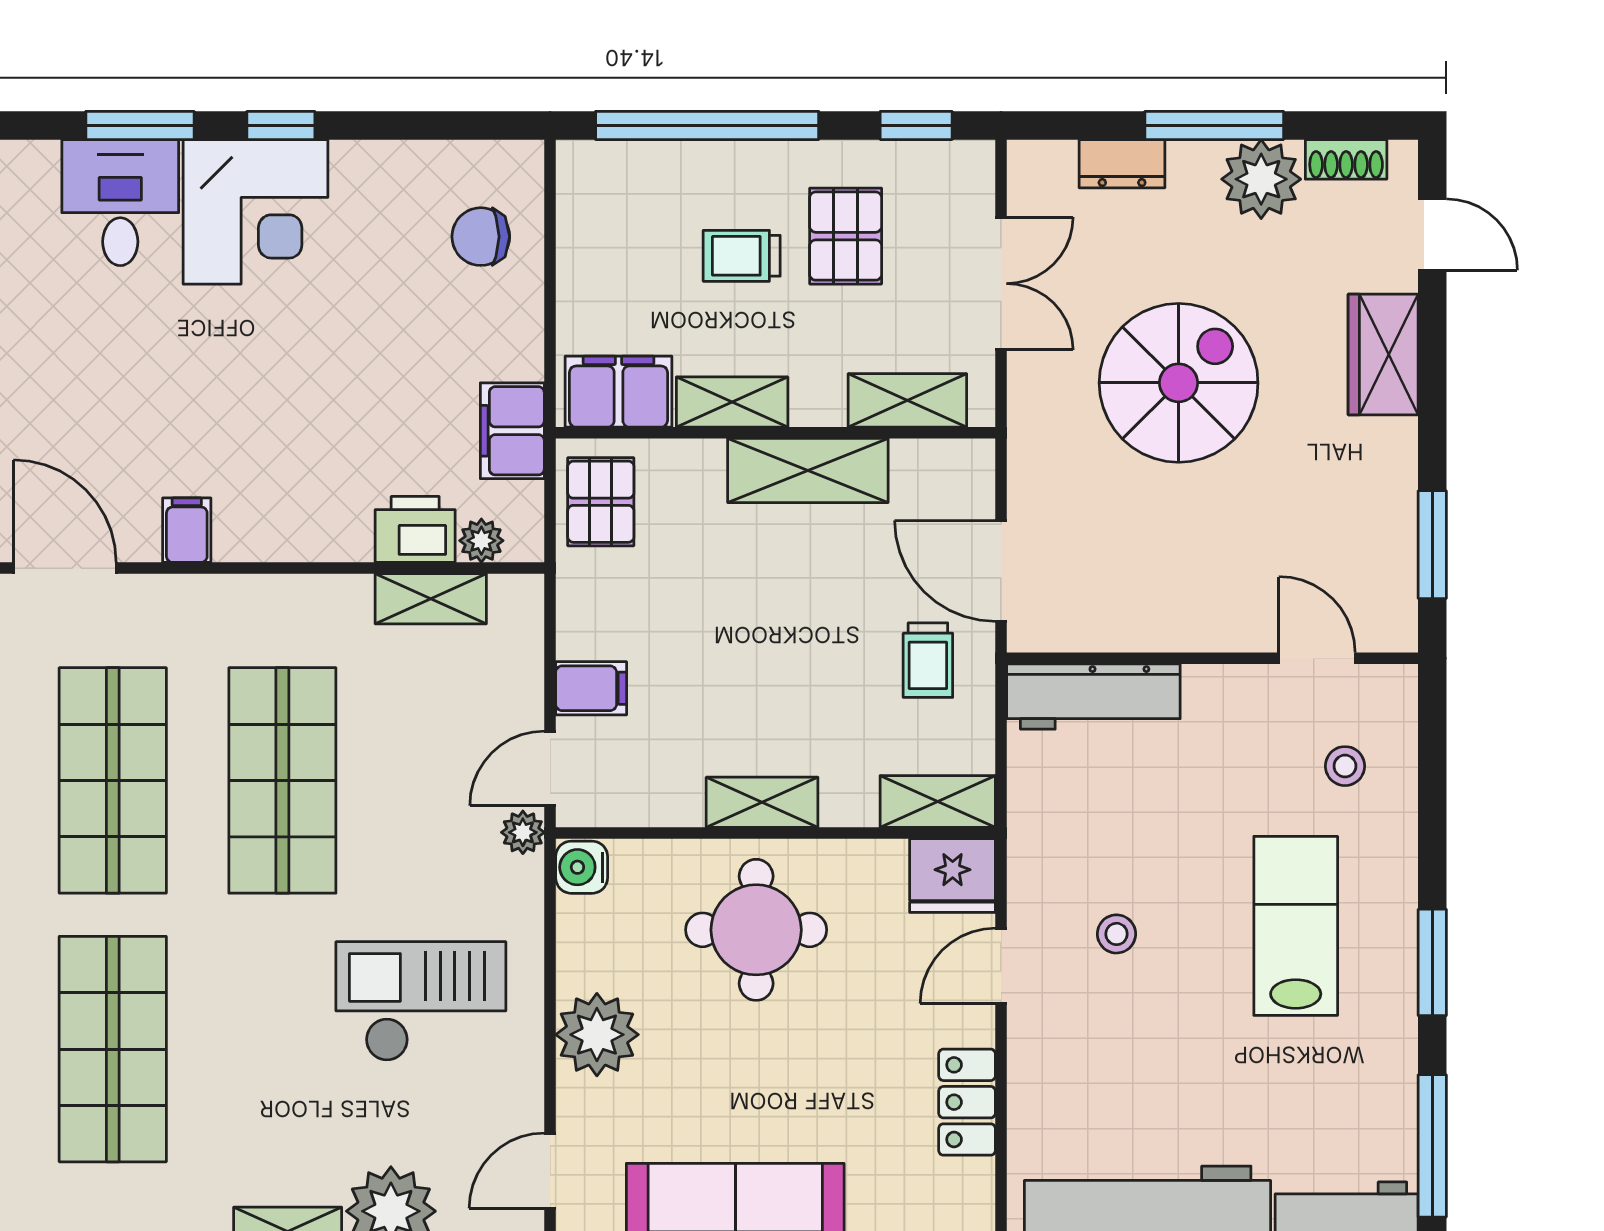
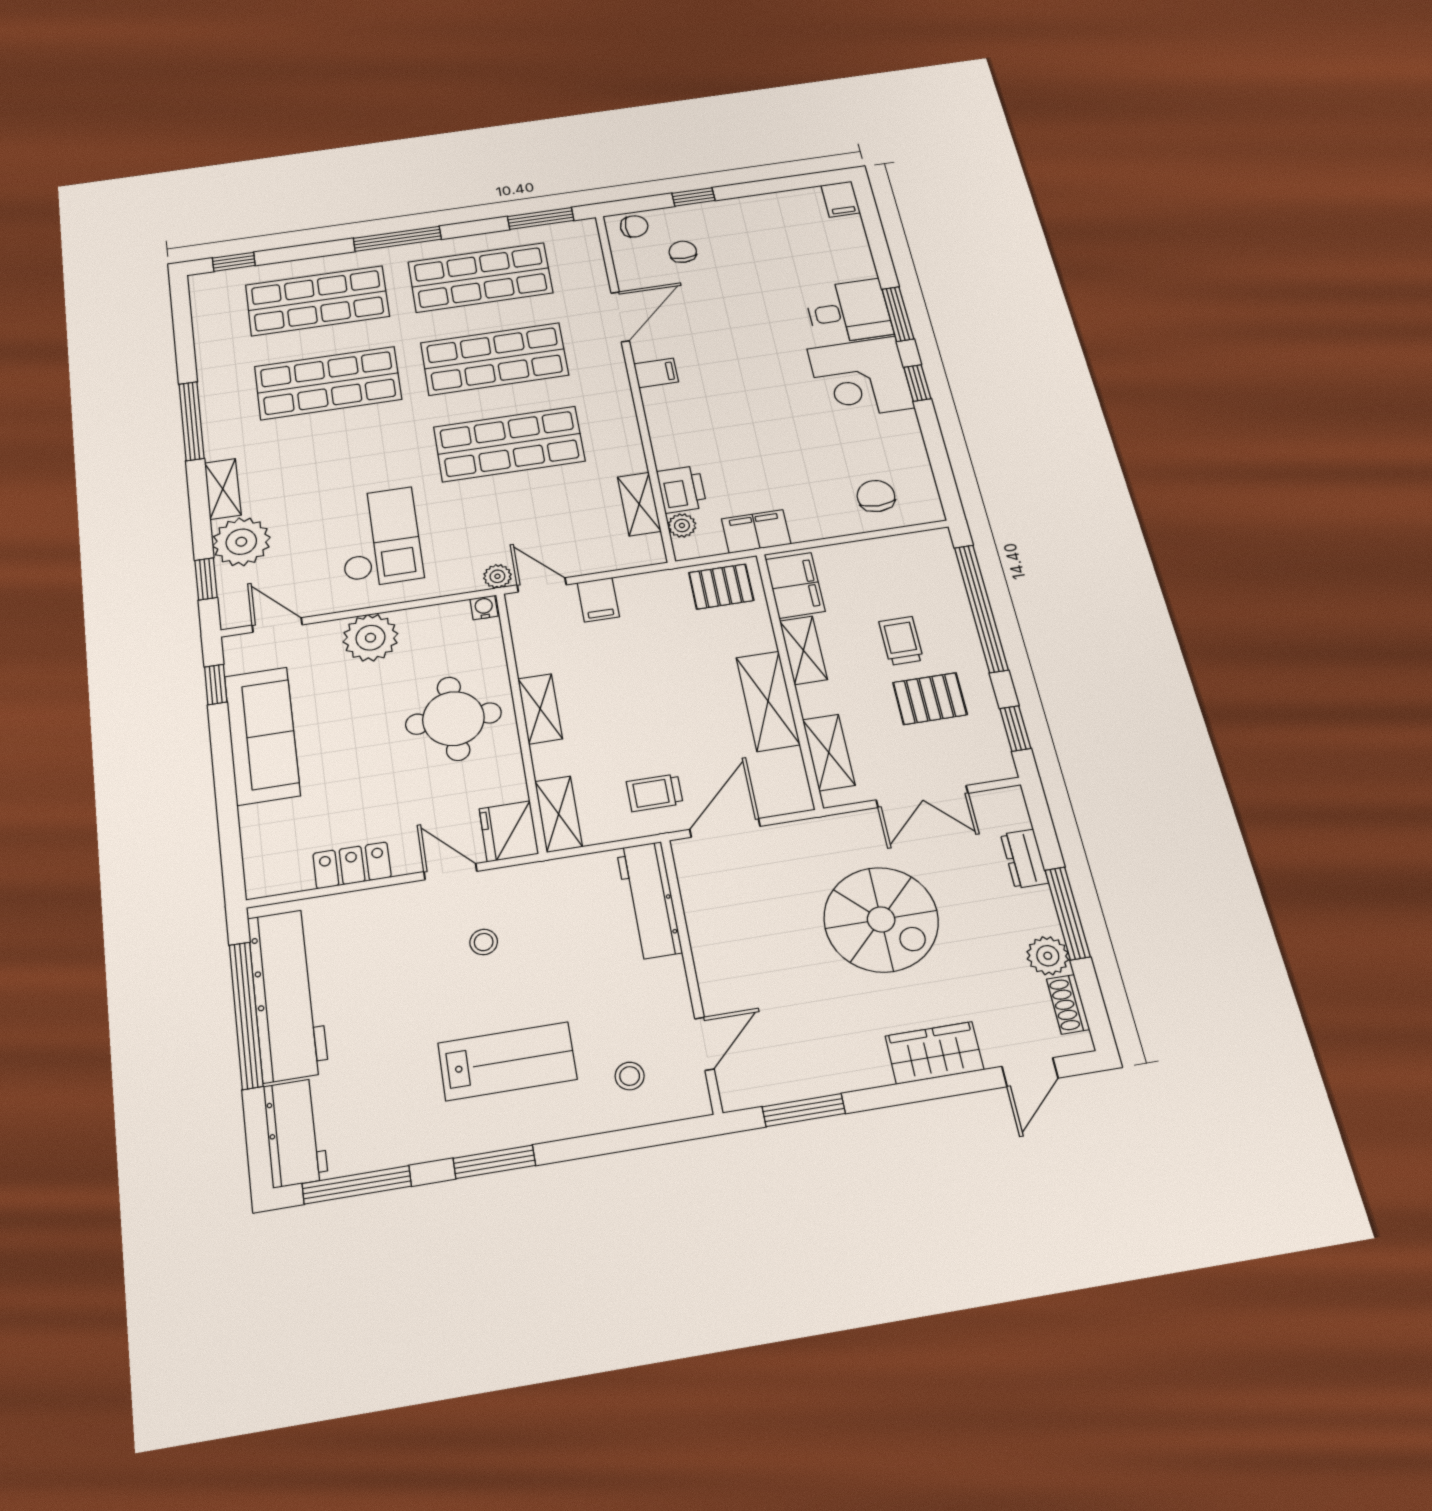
plant: (1261, 179) -> (1048, 956), width x0.73, depth x0.73
water cooler: (582, 867) -> (484, 608), width x0.72, depth x0.72

